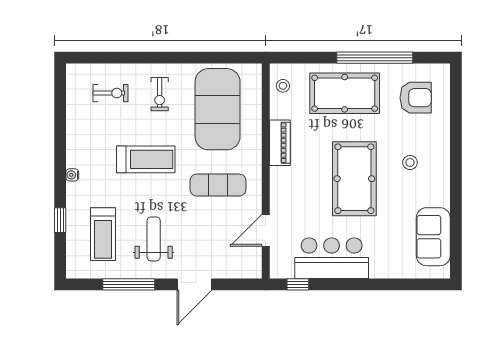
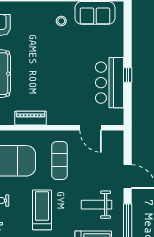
stool: (410, 162) -> (61, 21), moved
pool table: (354, 179) -> (55, 67), removed
window: (298, 284) -> (128, 75), moved

